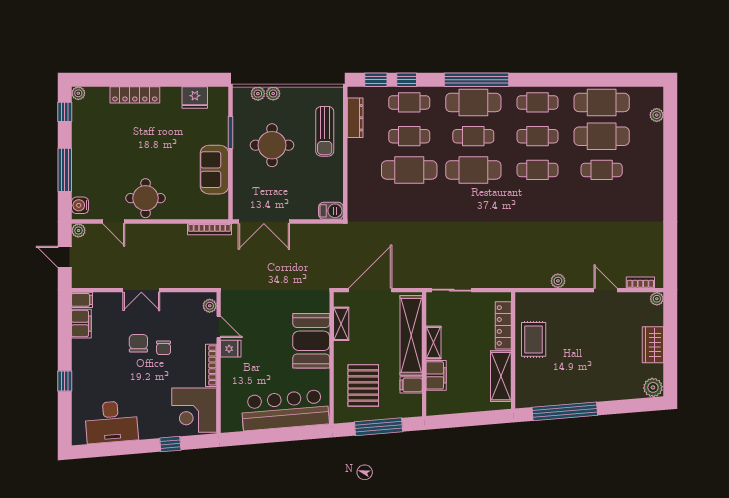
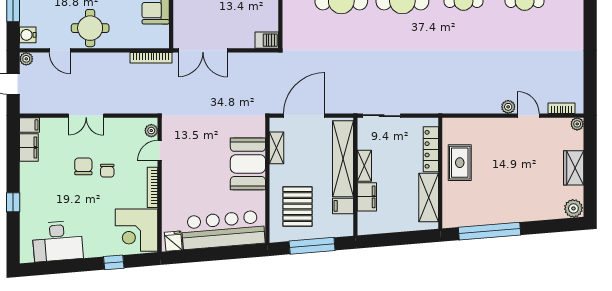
plant: (558, 281) -> (508, 107), moved
door: (219, 327) -> (160, 151), swing flipped
fridge: (231, 349) -> (173, 241), moved, turned -95

